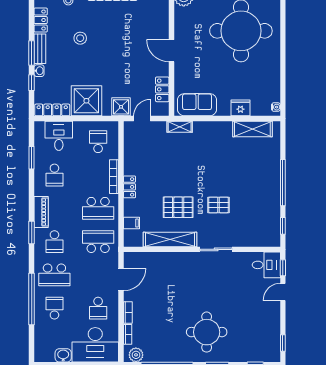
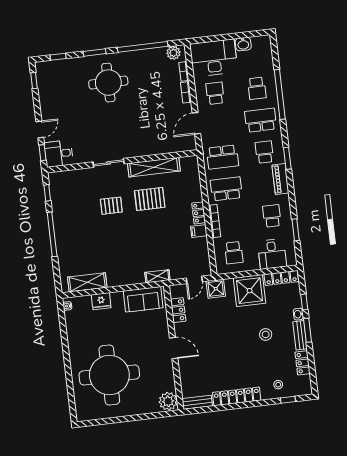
stool: (80, 38) -> (266, 334), moved
filing cabinet: (131, 223) -> (199, 231), moved

